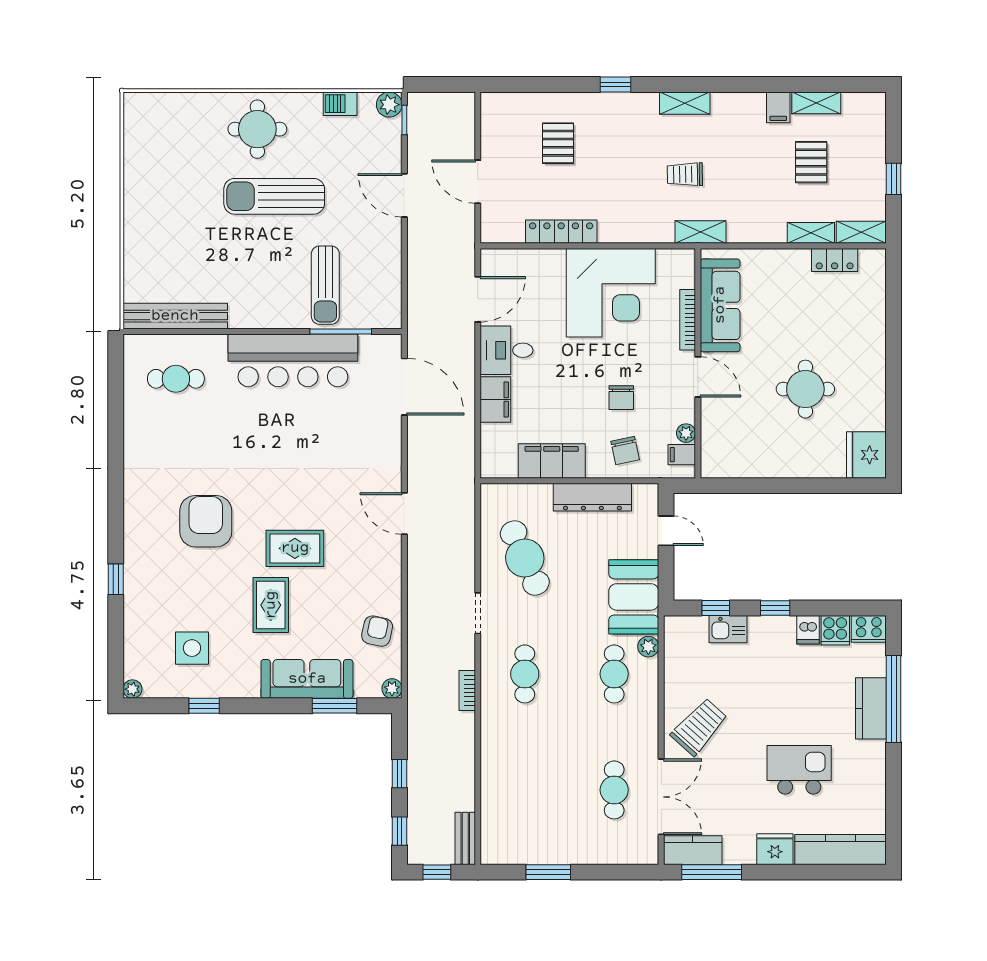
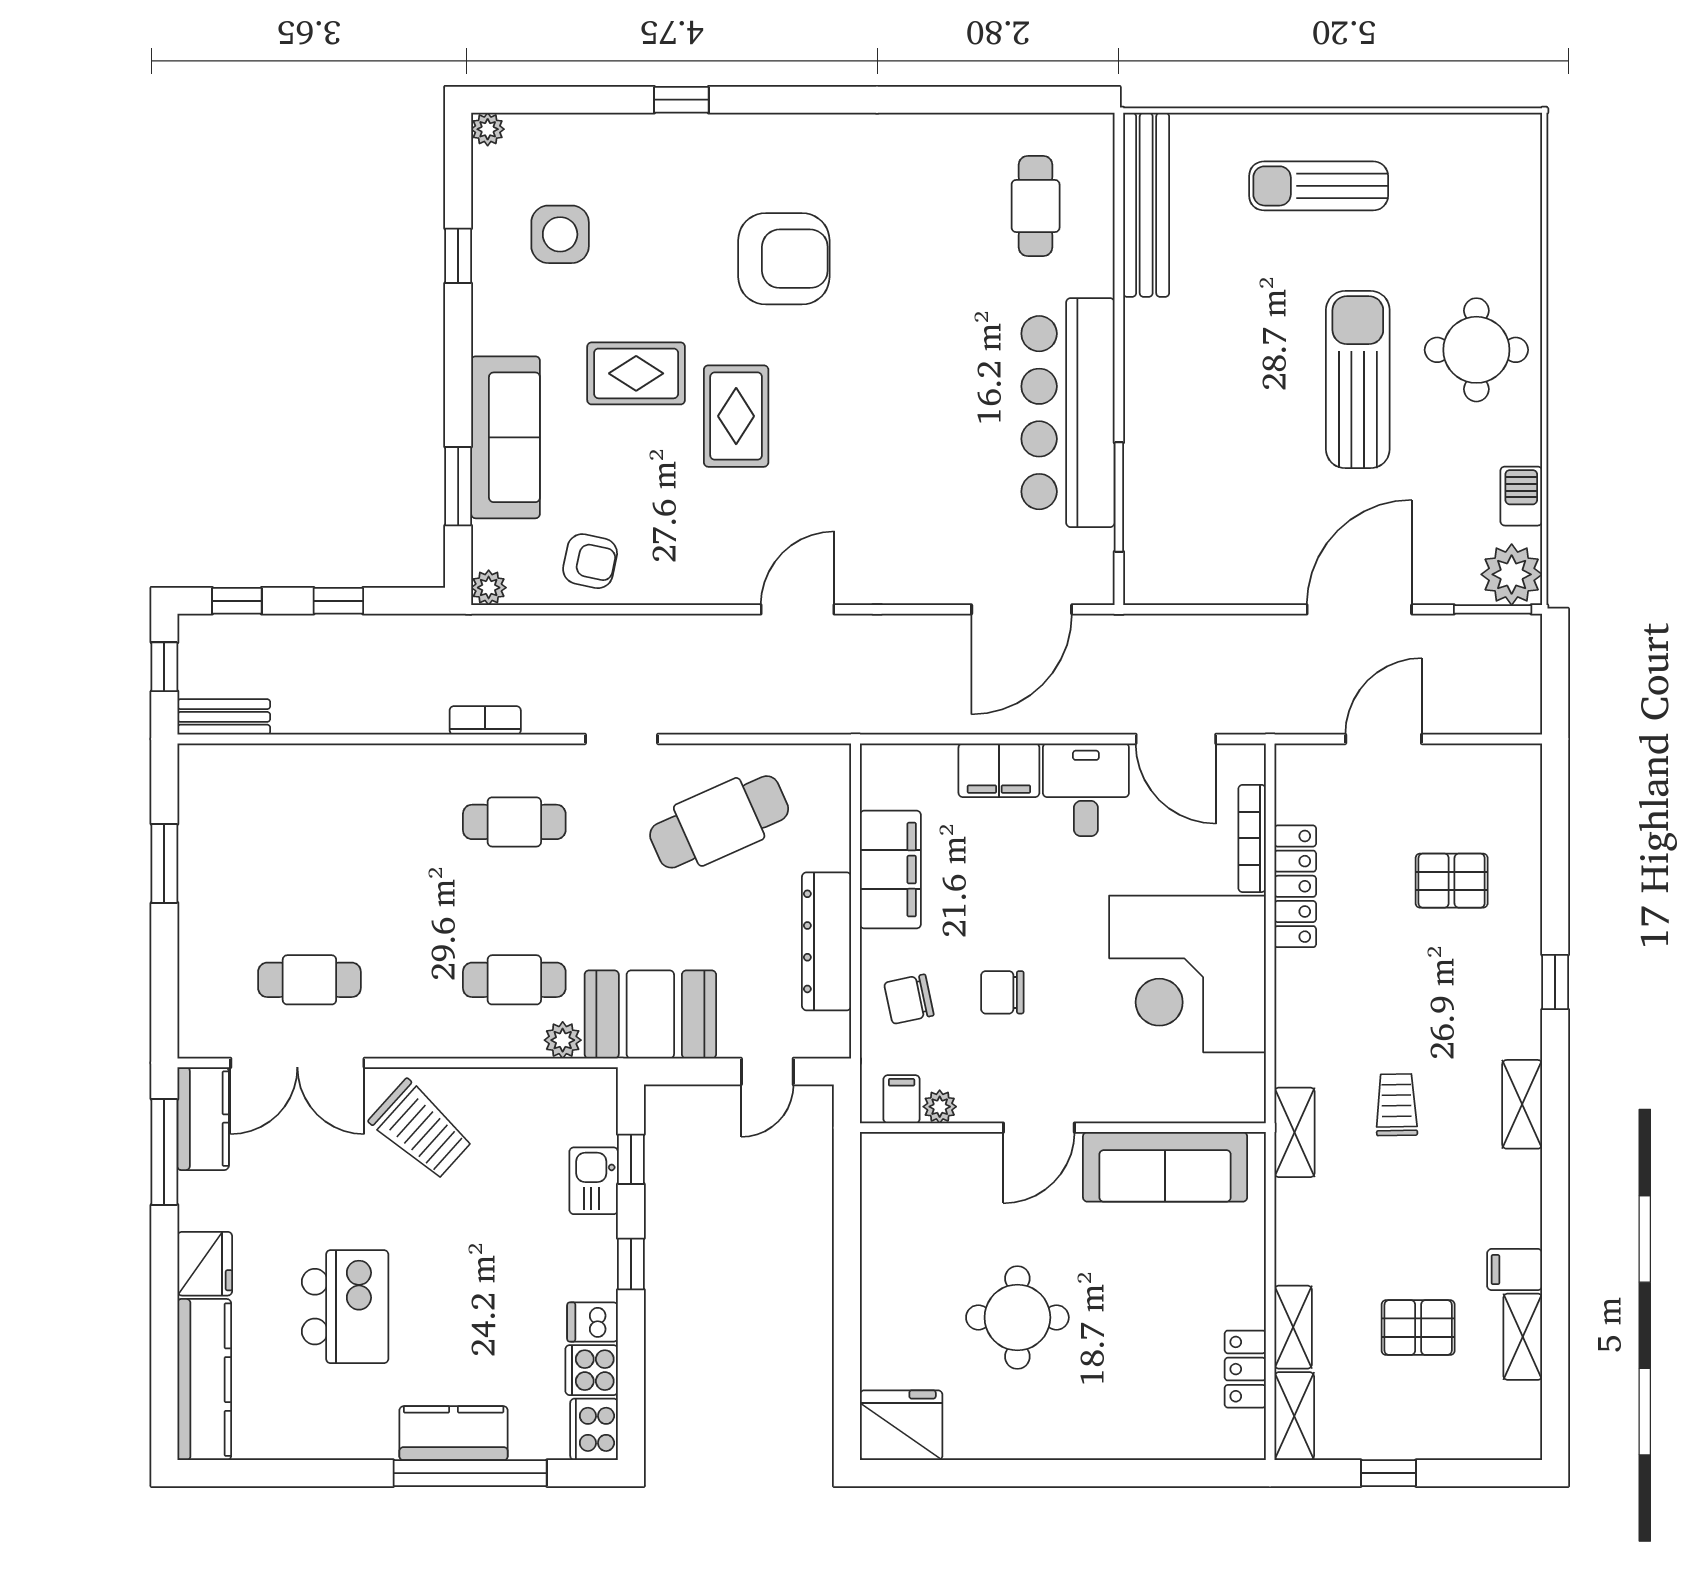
plant: (389, 105) -> (1512, 574), width x1.36, depth x1.36
window: (404, 120) -> (1493, 609), width x1.50
door: (404, 195) -> (1359, 609), width x1.36
sun lounger: (325, 285) -> (1319, 186), moved
bookcase: (688, 320) -> (1252, 838), moved, turned -90

